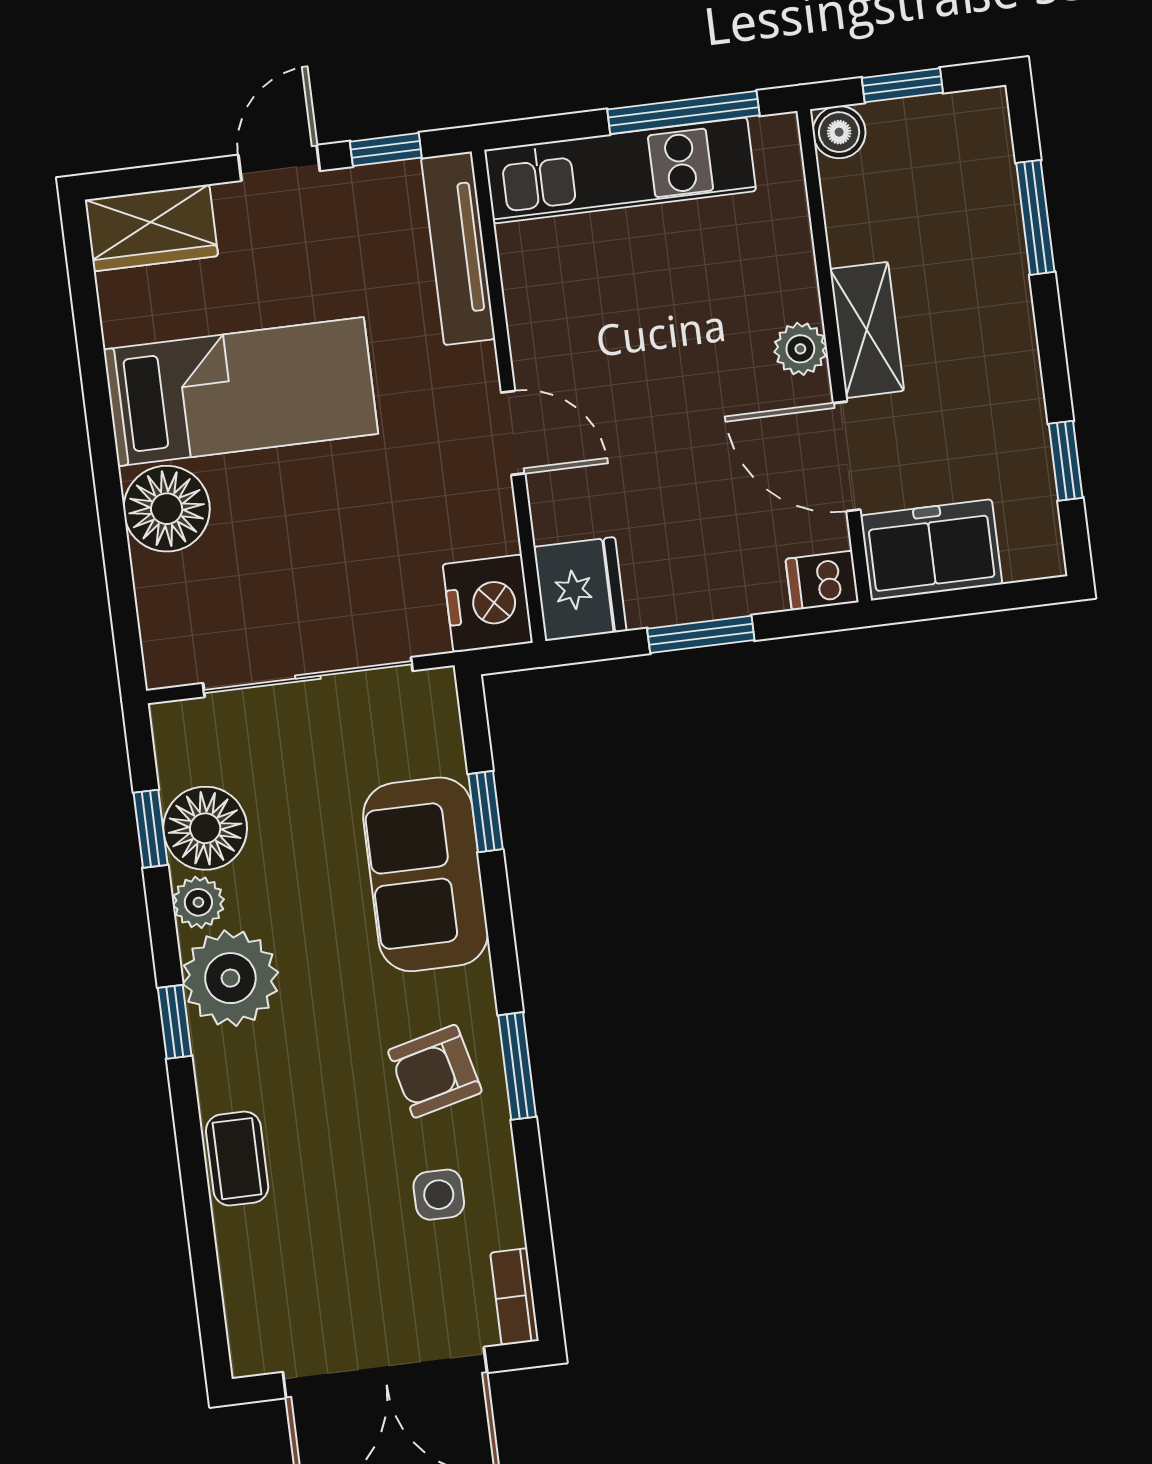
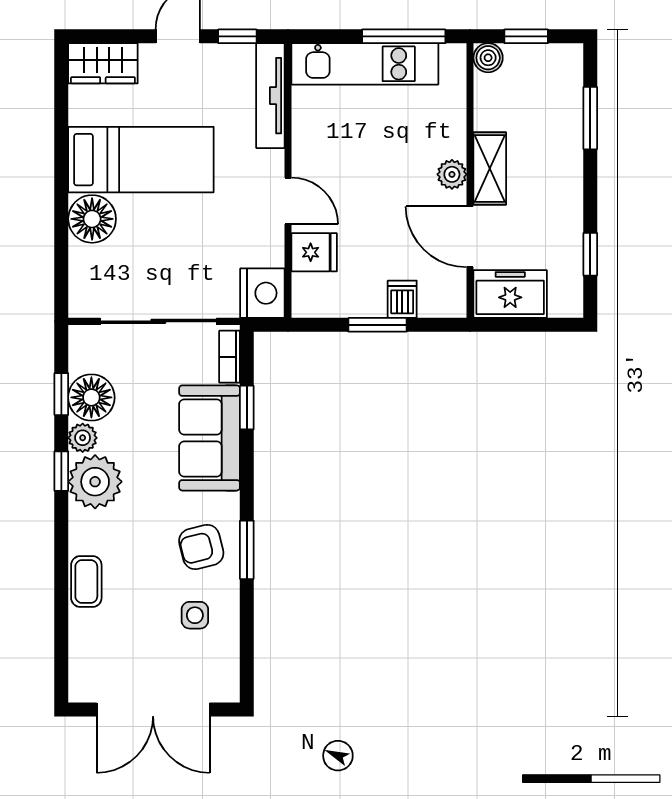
dishwasher: (822, 581) -> (402, 299), moved, turned 90
fridge: (580, 589) -> (314, 252), moved, width x0.72
window: (175, 1022) -> (61, 471), moved
bookcase: (515, 1297) -> (230, 357), moved

